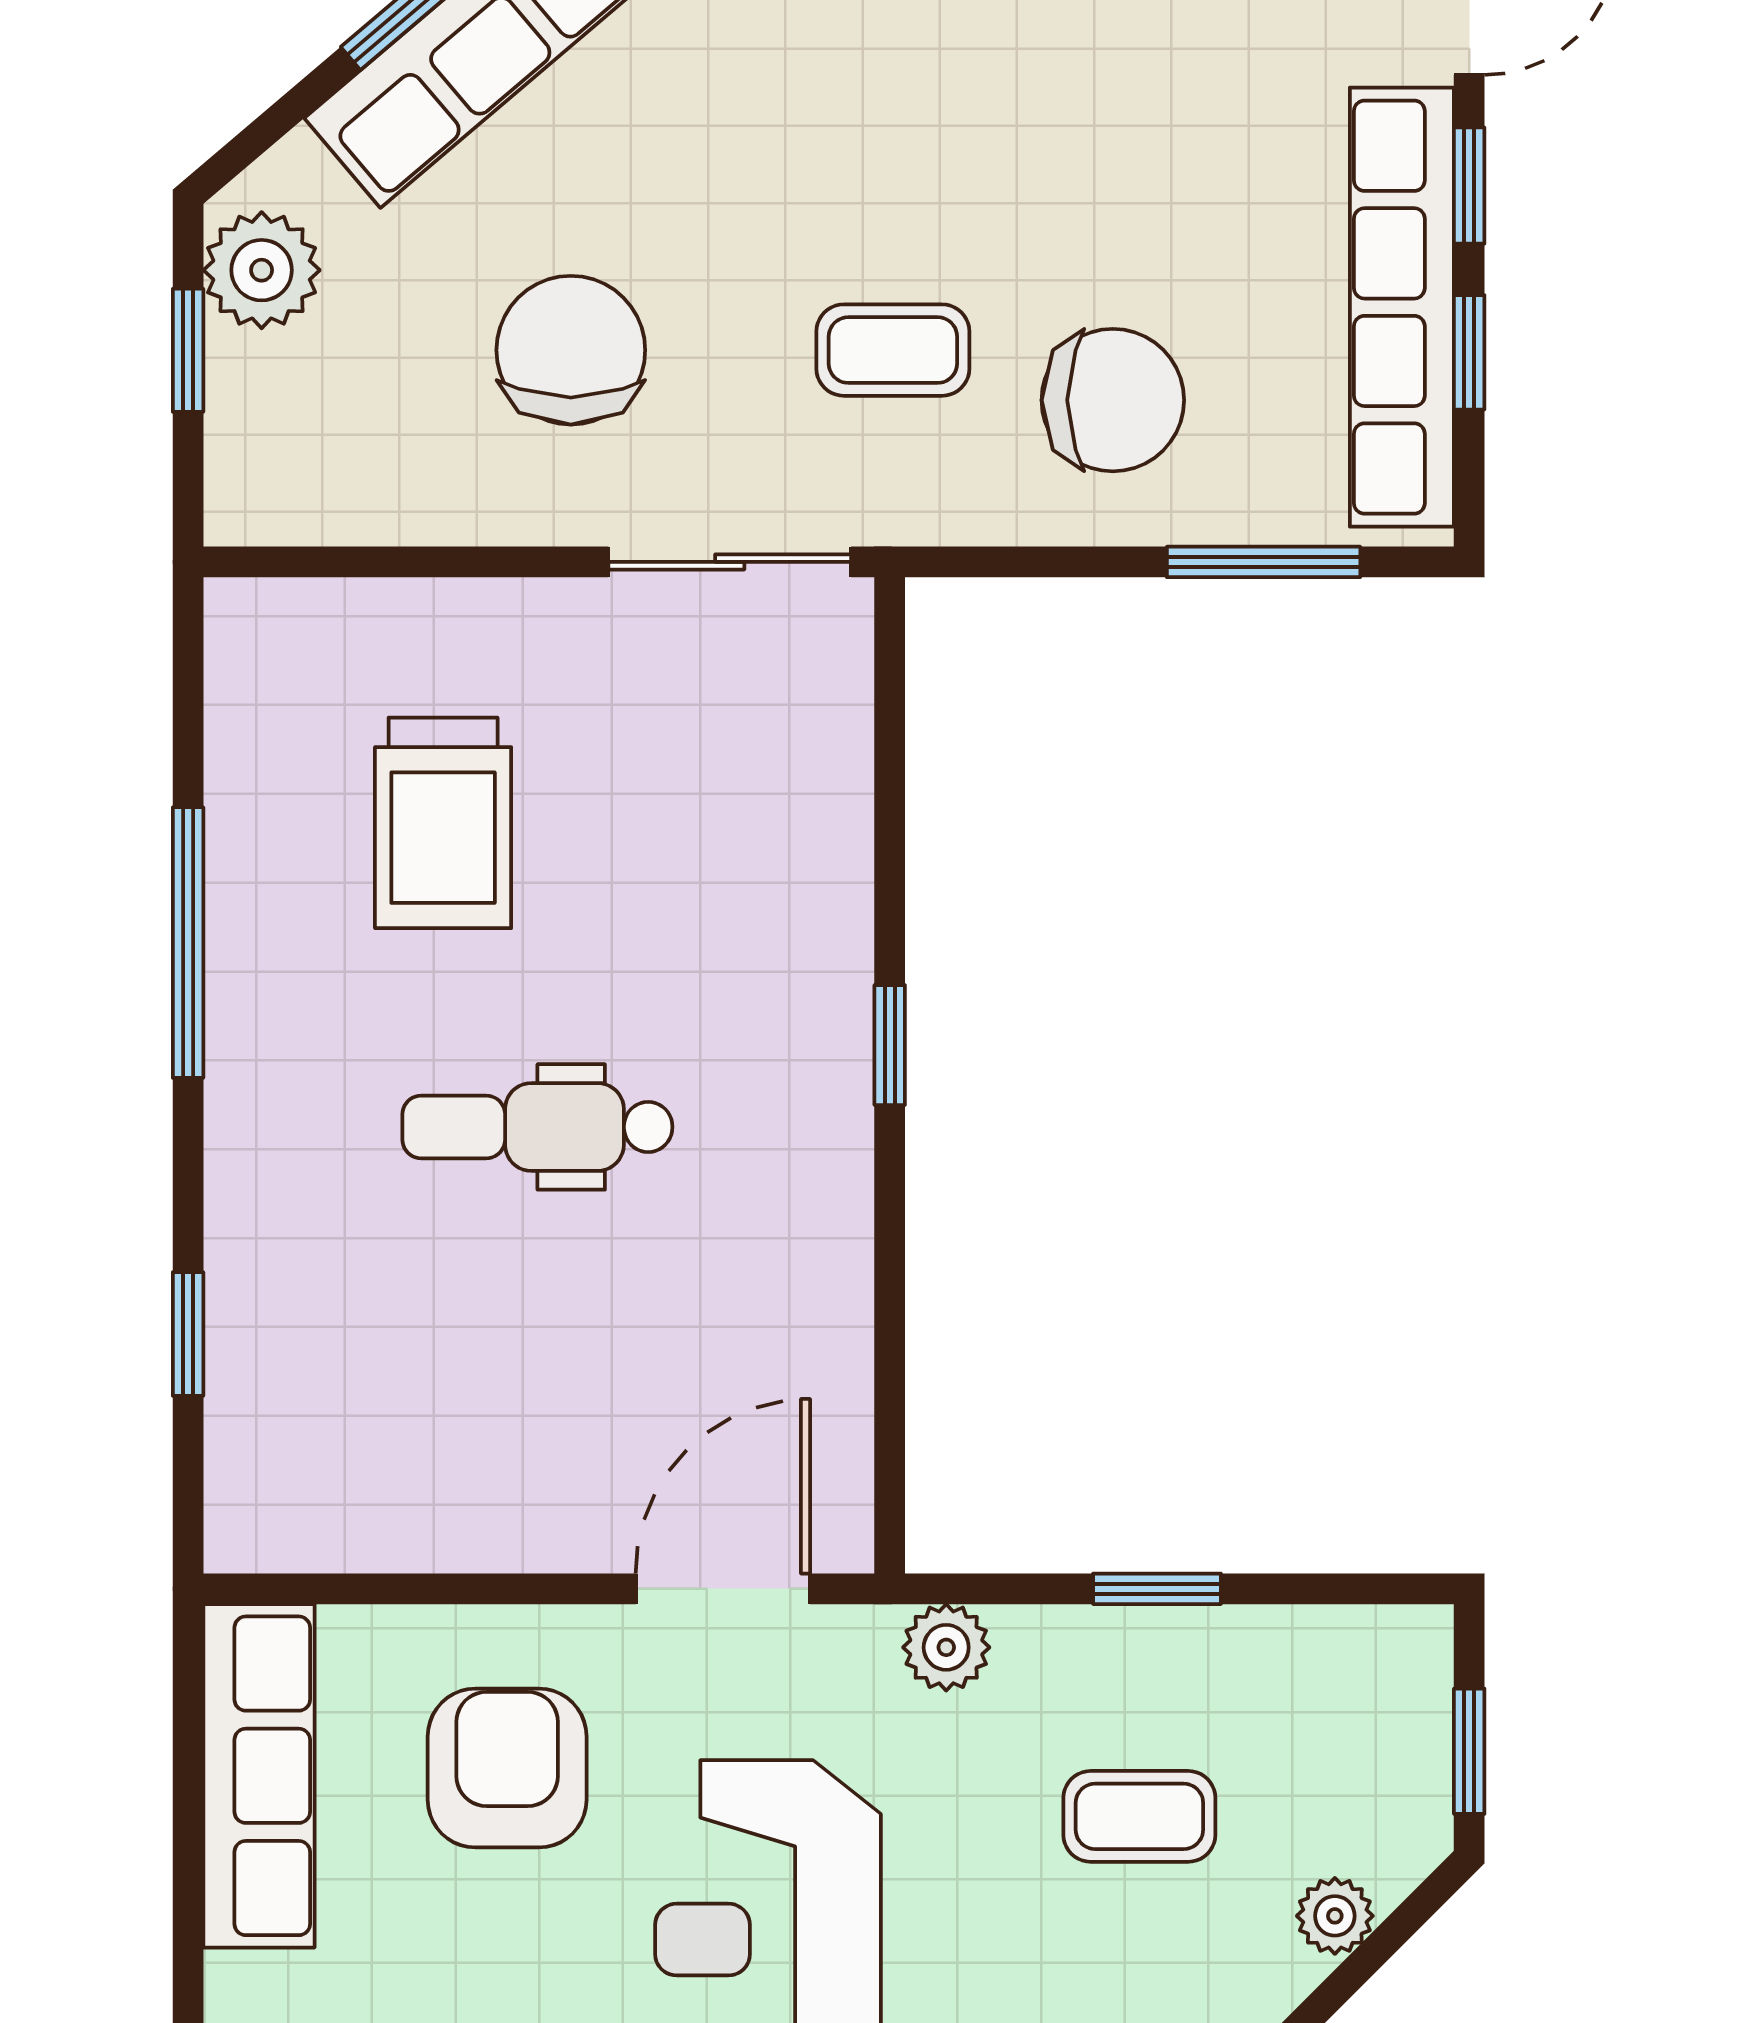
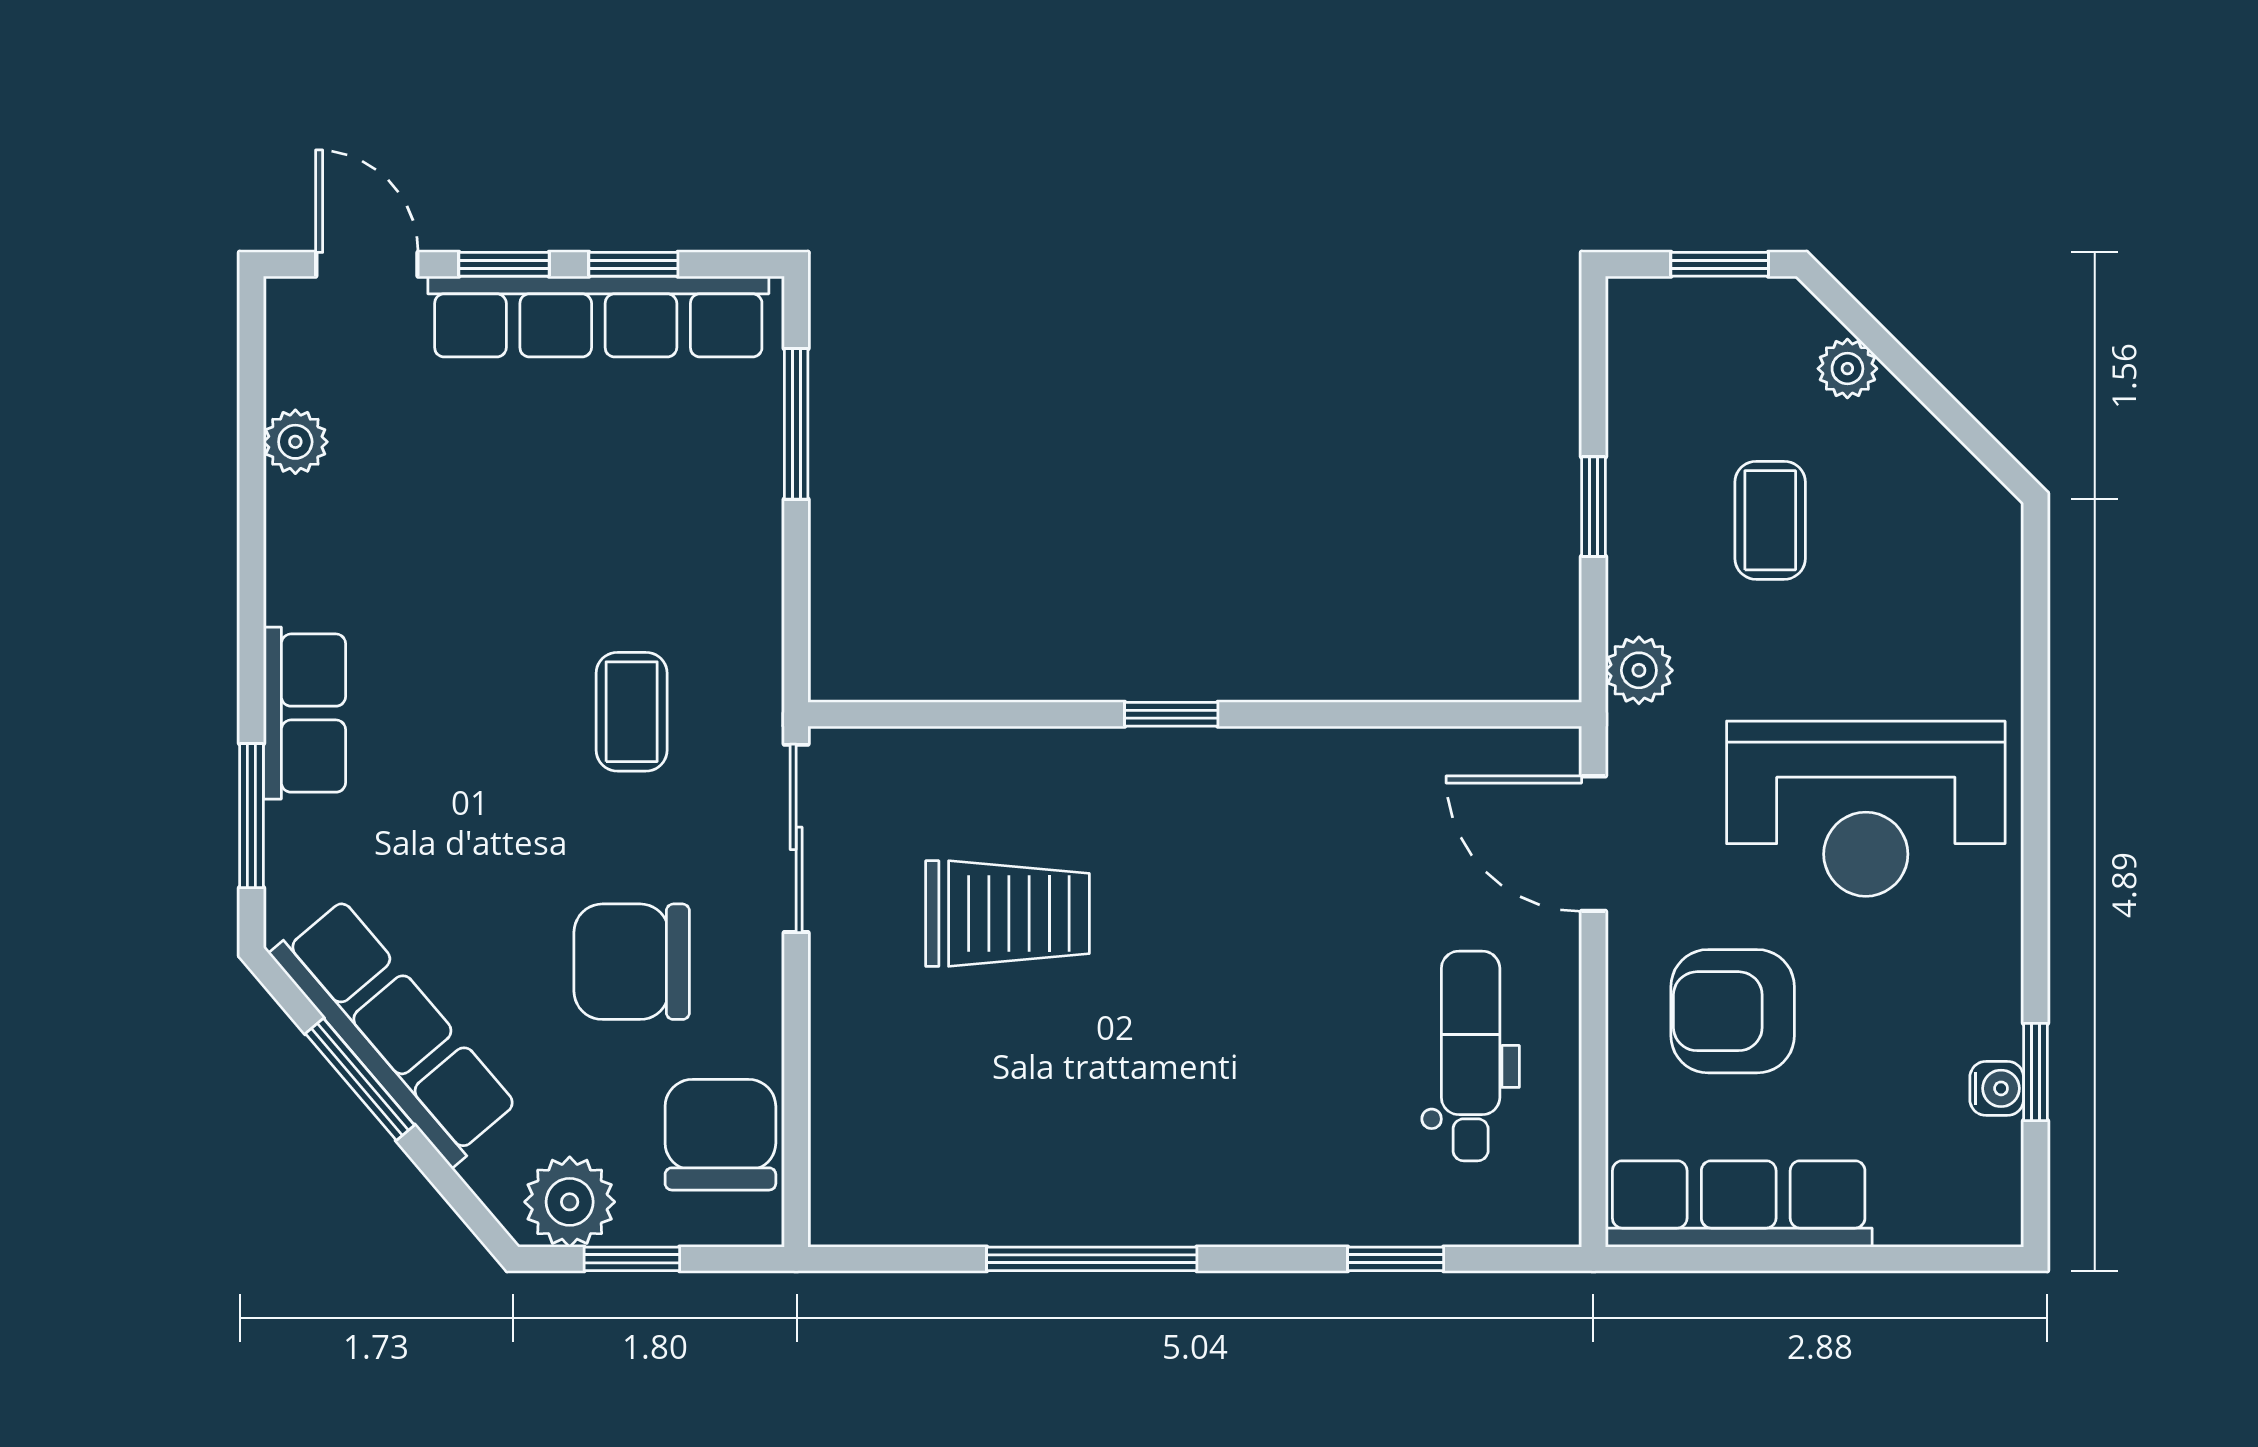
chair: (1113, 400) -> (720, 1135), moved
trolley: (443, 823) -> (1007, 914), moved
dental chair: (537, 1127) -> (1471, 1056), moved, turned 180

